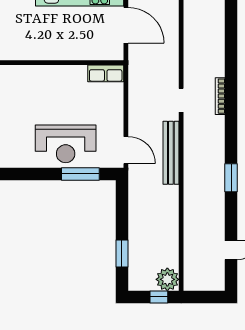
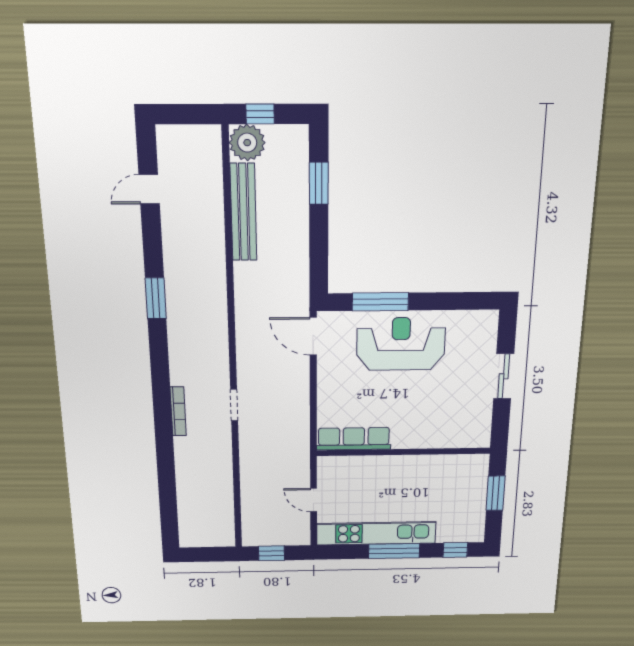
door: (126, 25) -> (314, 500), width x0.53
row of seats: (106, 73) -> (354, 439), width x1.48
bench: (171, 153) -> (243, 212), moved

